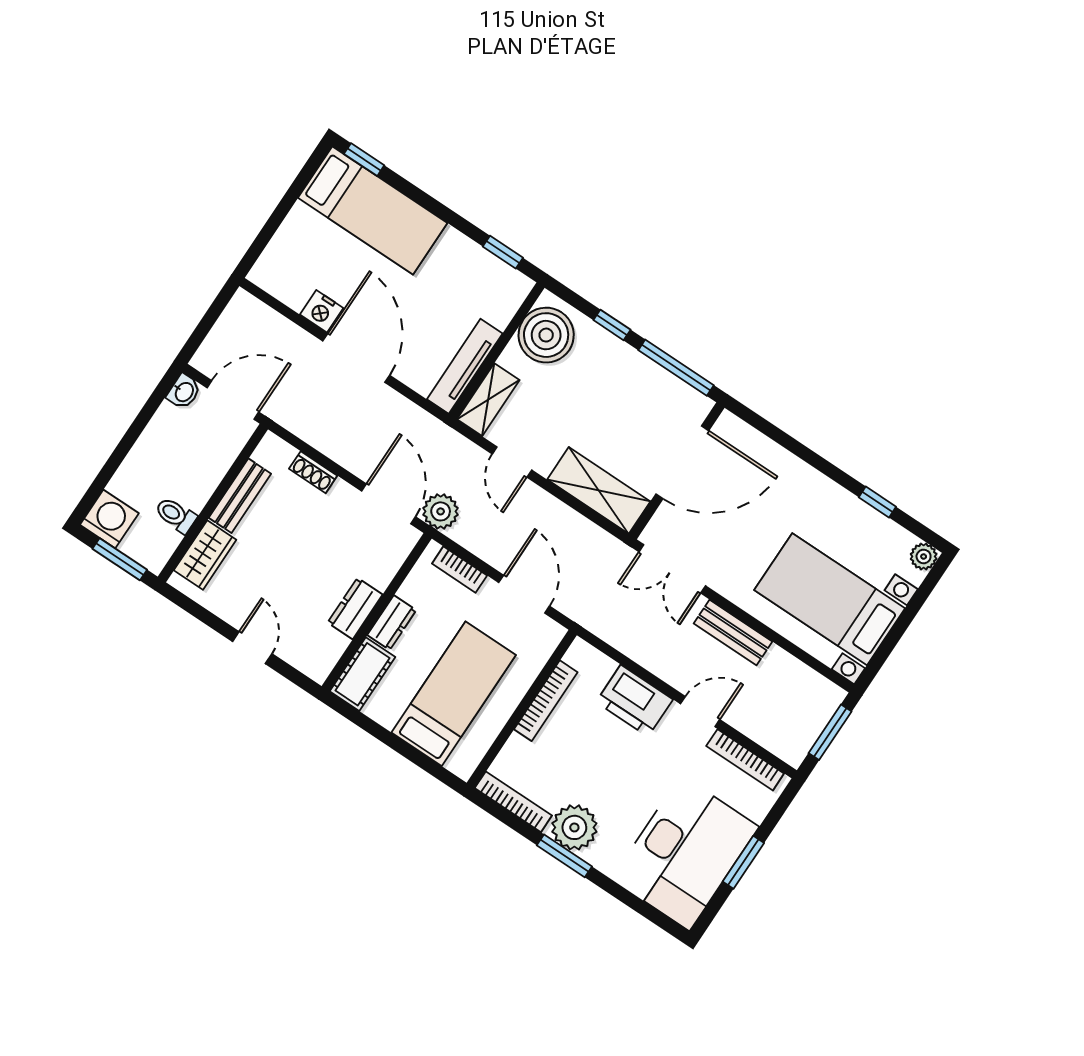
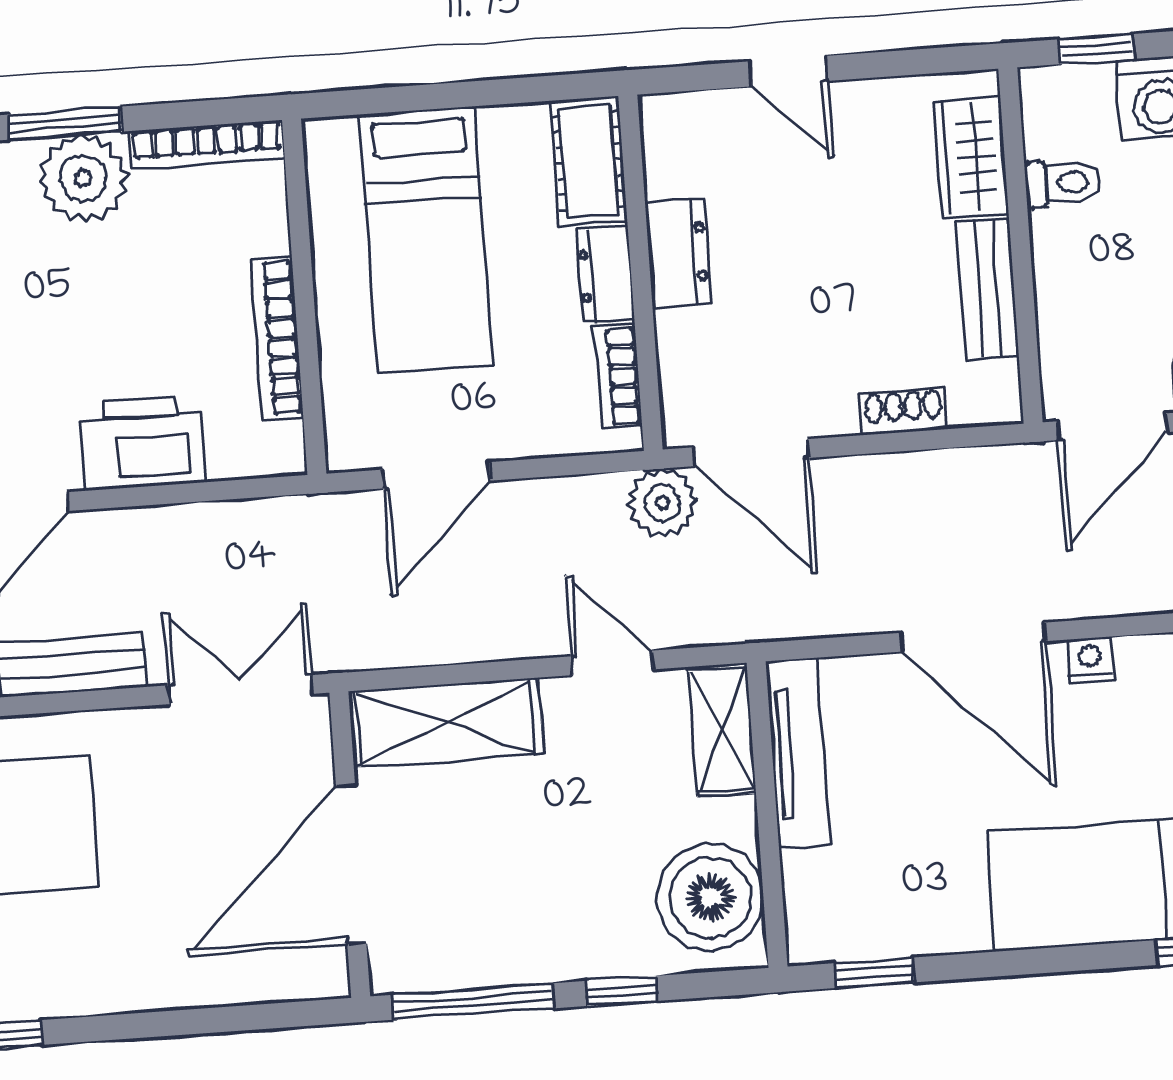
nightstand: (322, 311) -> (1090, 659), width x0.72, depth x0.74
window: (120, 559) -> (1096, 49), width x0.67
bookcase: (459, 570) -> (618, 376), moved, turned -90
door: (524, 594) -> (436, 475), hinge flipped

